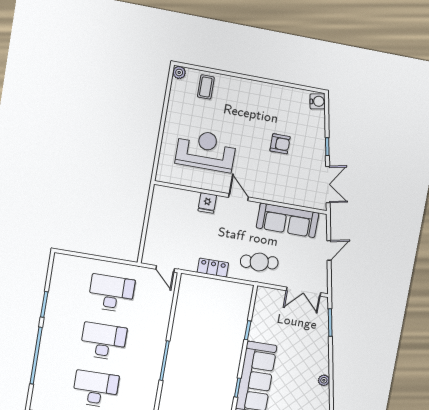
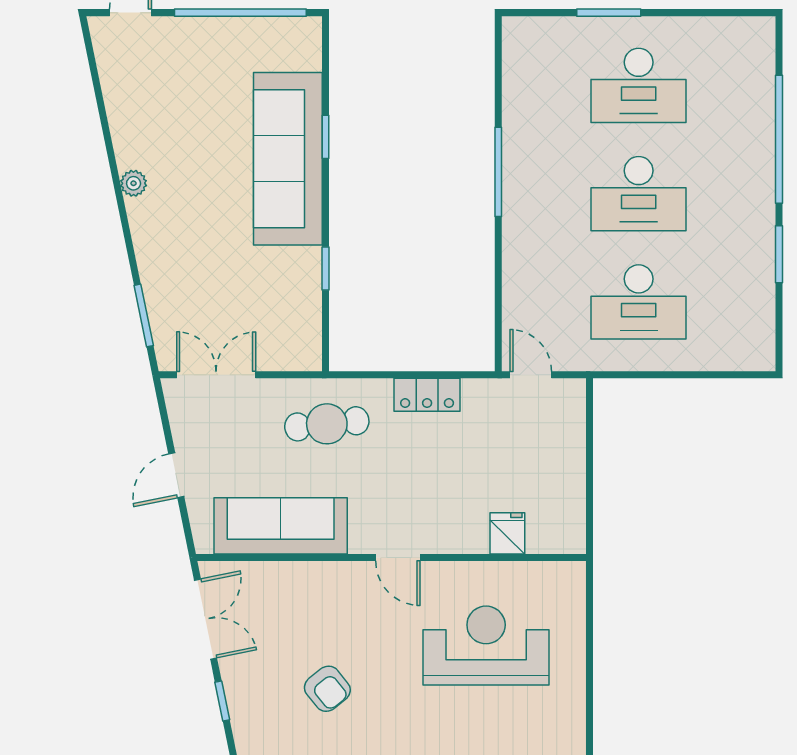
armchair: (280, 144) -> (327, 689), turned -129
reception desk: (206, 151) -> (486, 645), turned 180
double door: (328, 185) -> (206, 619), swing flipped
fridge: (207, 203) -> (507, 533), moved

